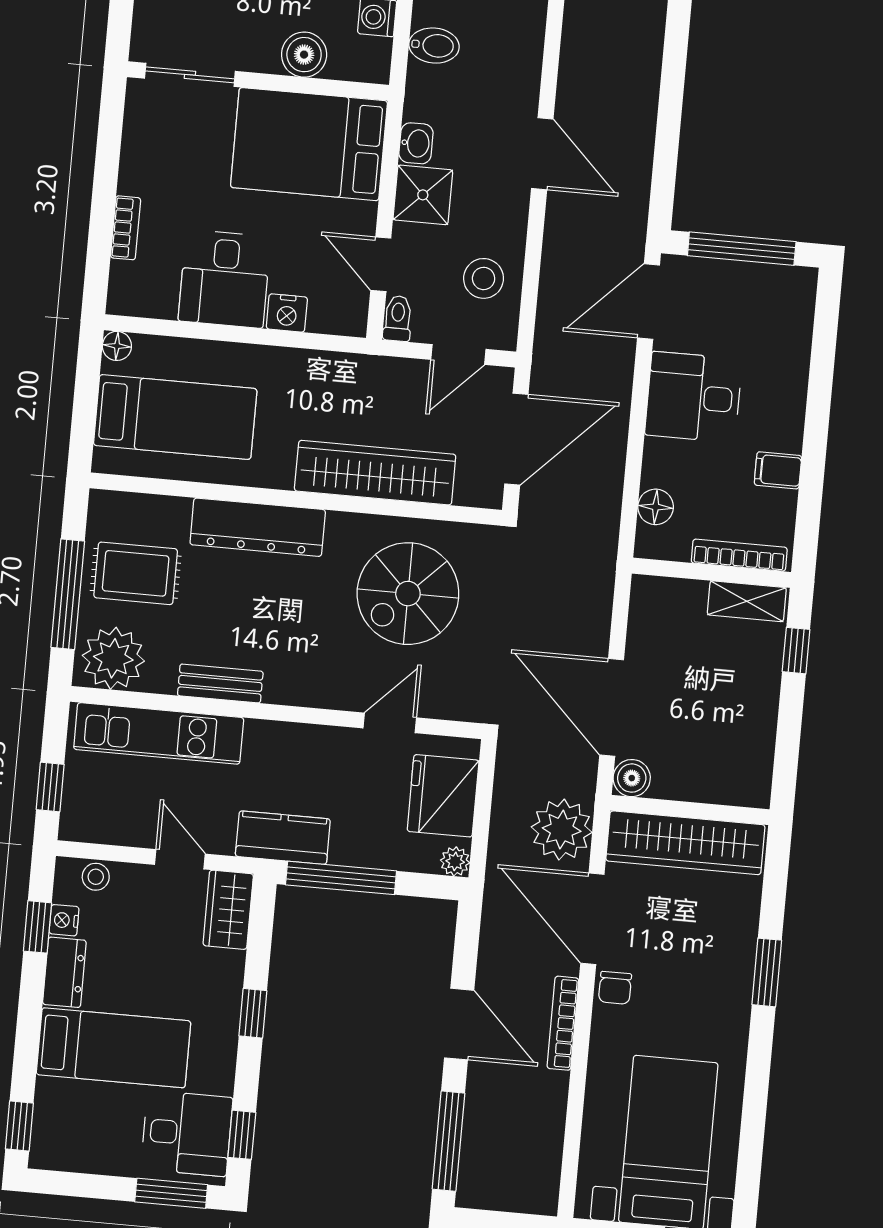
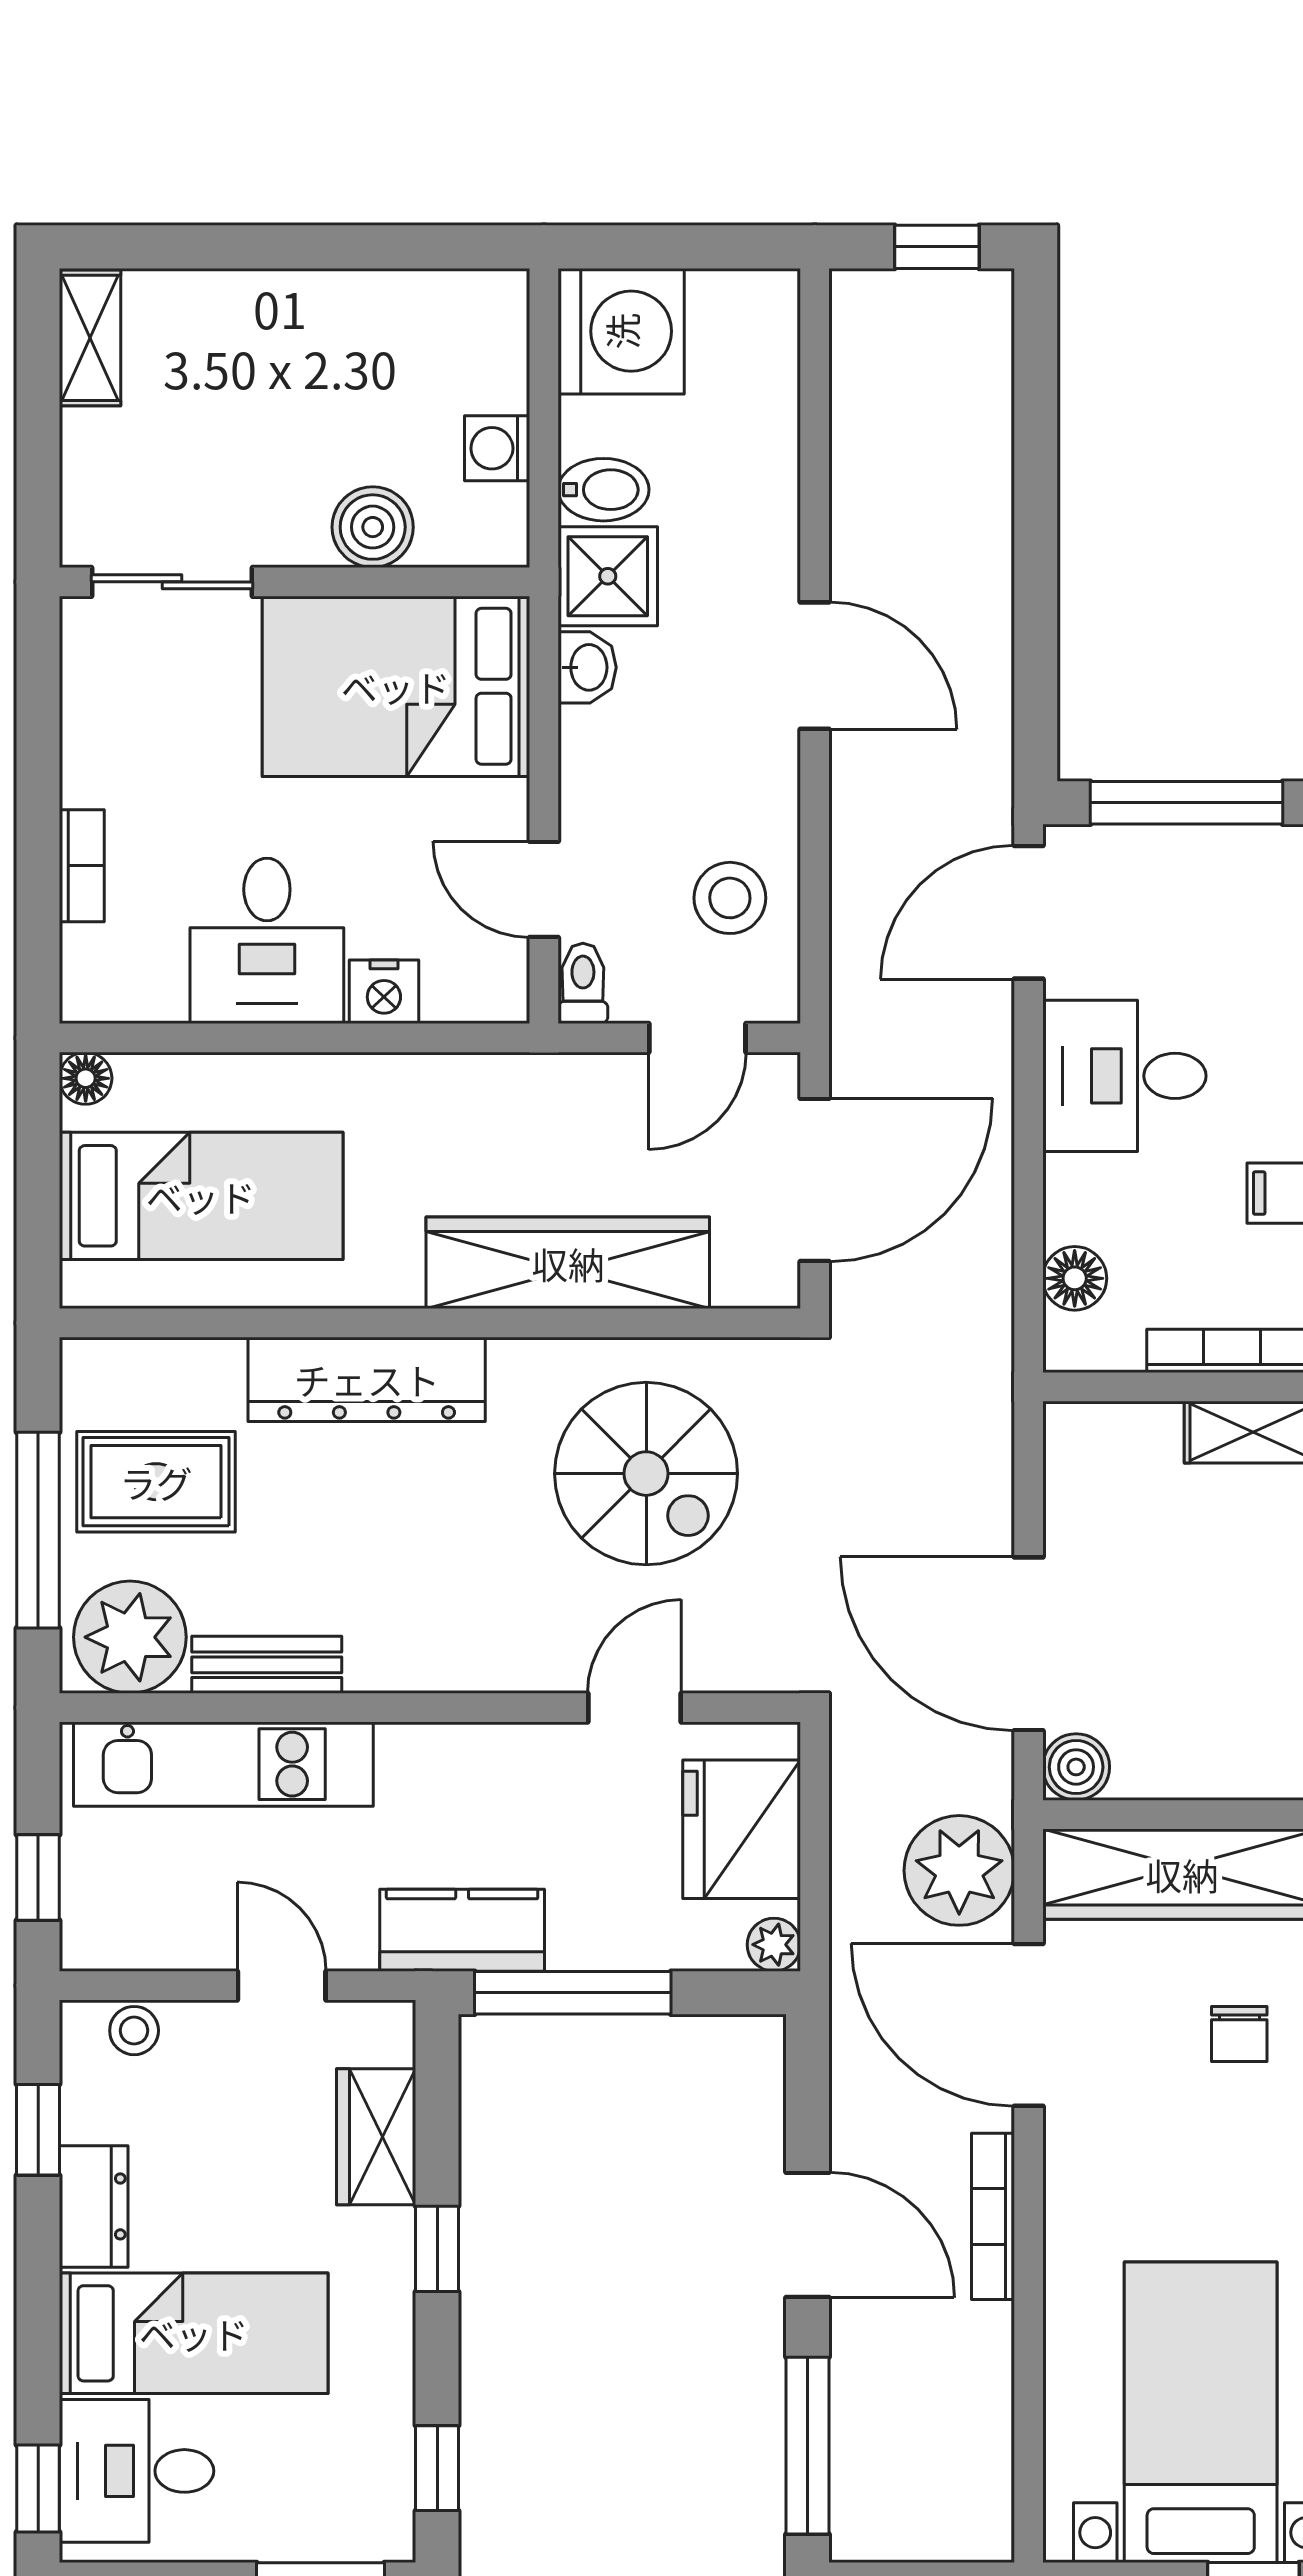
shower: (423, 195) -> (608, 576), moved
spiral stairs: (408, 594) -> (646, 1474), turned -90
bench: (220, 683) -> (267, 1665), moved
wardrobe: (228, 910) -> (376, 2137), moved
nightstand: (64, 920) -> (84, 2113), removed
chair: (615, 988) -> (1239, 2034), moved
desk: (187, 1133) -> (137, 2471), moved, turned 180

